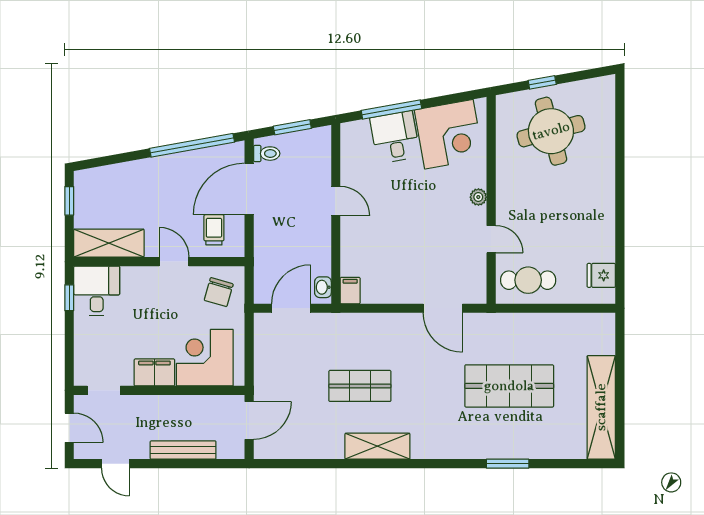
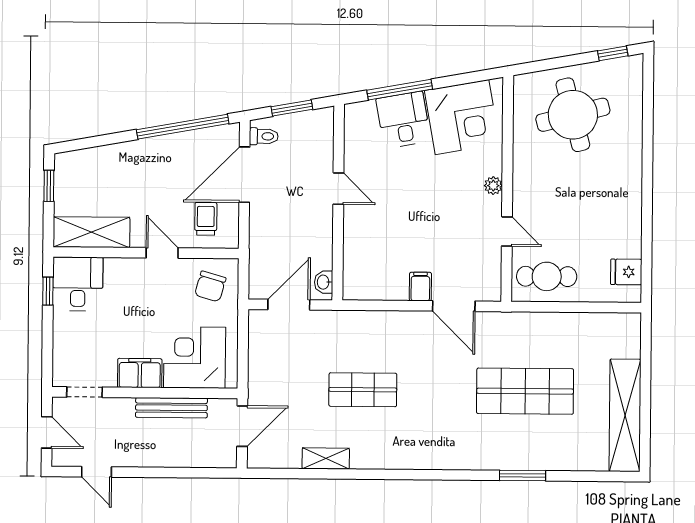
window: (542, 82) -> (613, 53), moved
filing cabinet: (350, 291) -> (420, 287), moved
shelving: (377, 446) -> (326, 458), moved, width x0.67, depth x0.75
bench: (183, 450) -> (171, 408), moved

